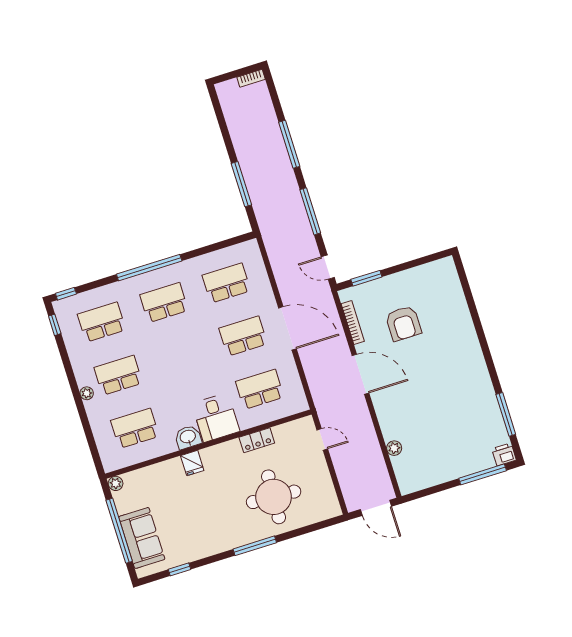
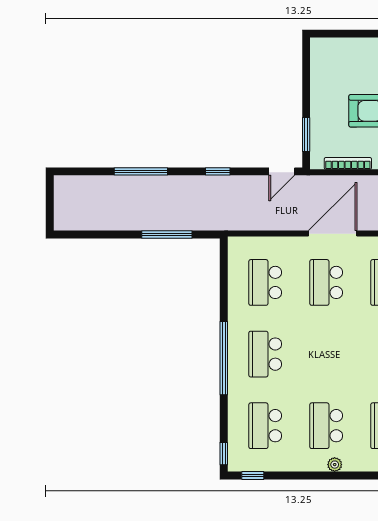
bookcase: (251, 78) -> (59, 190), removed
window: (310, 211) -> (218, 171), width x0.46

